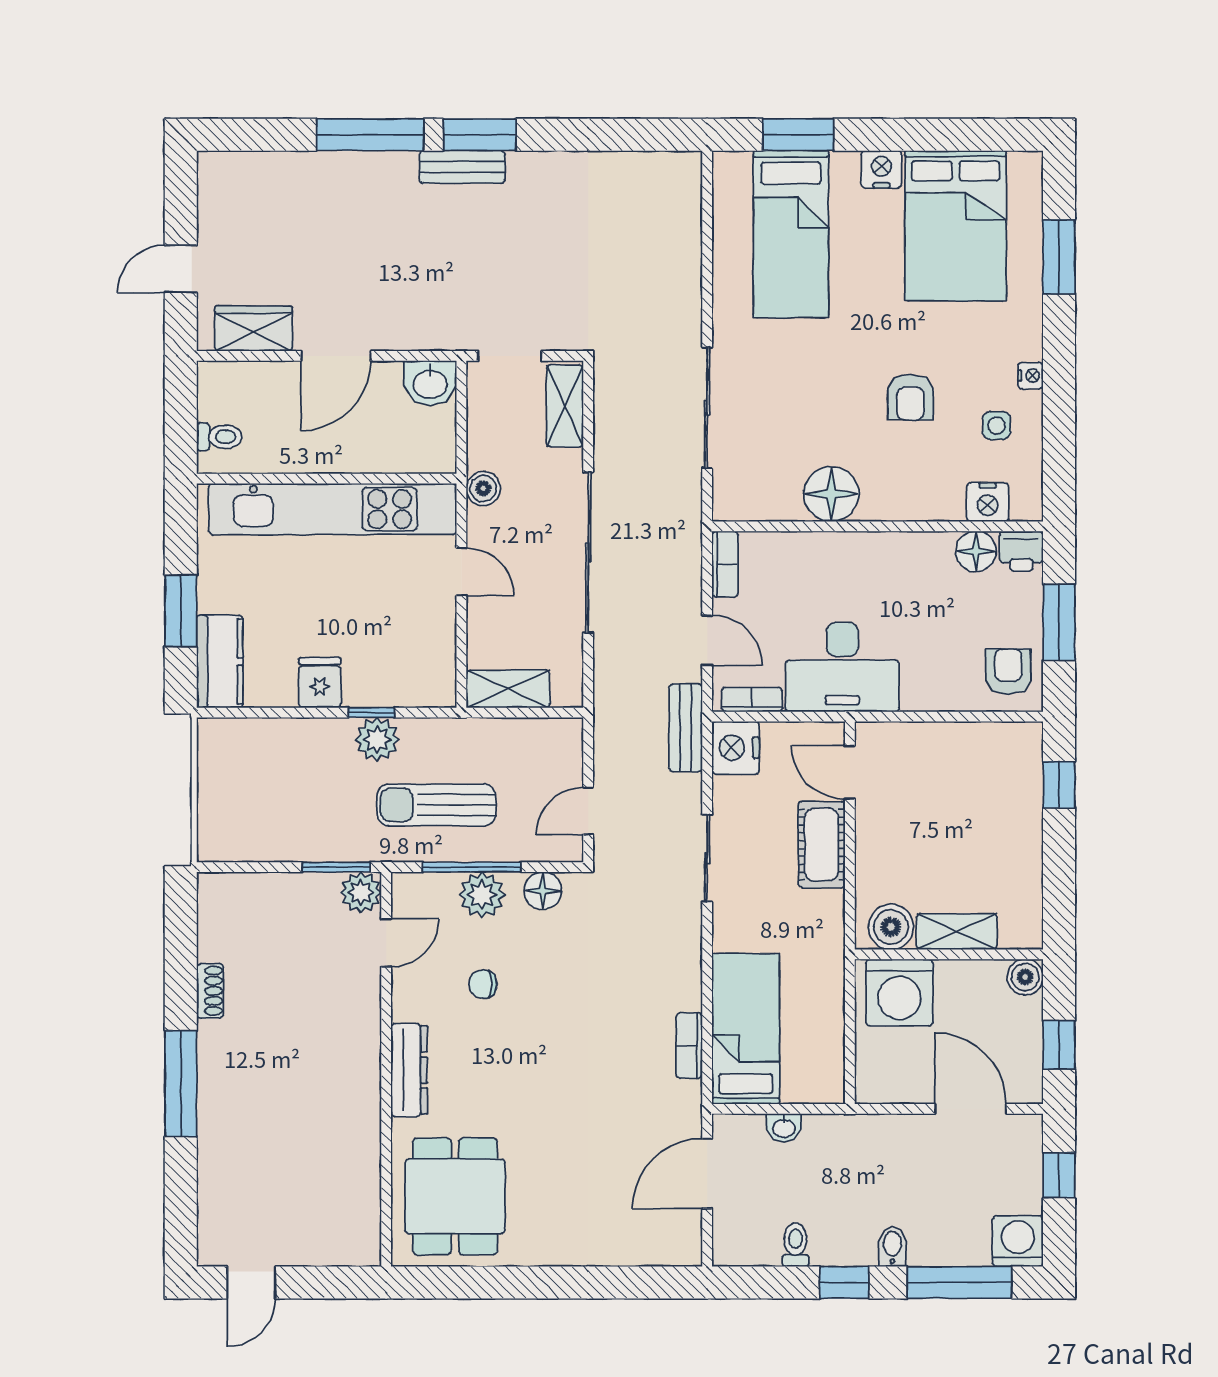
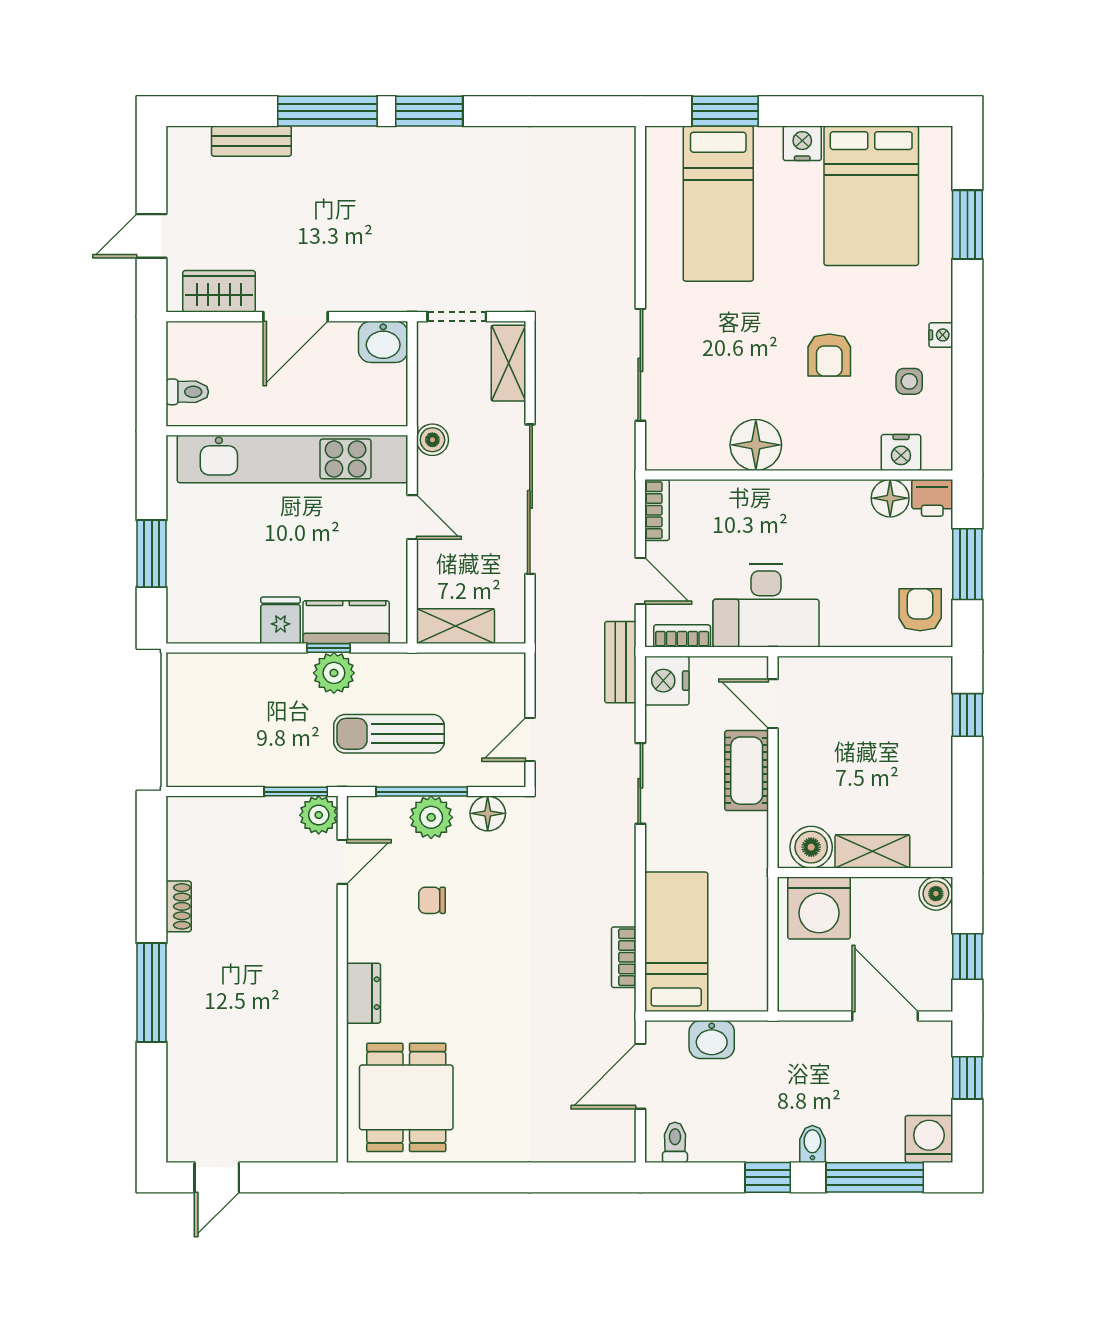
bench: (462, 167) -> (251, 141), moved
kitchen counter: (220, 662) -> (346, 622), moved, turned -90
dresser: (409, 1070) -> (364, 993), width x0.70
washbasin: (784, 1128) -> (712, 1040), width x1.38, depth x1.45
toilet: (796, 1245) -> (675, 1142), moved

